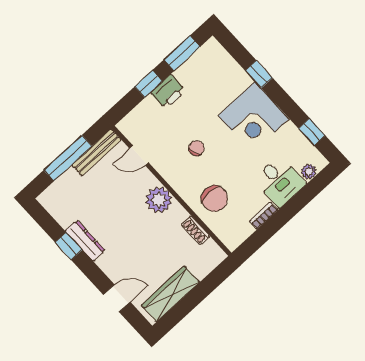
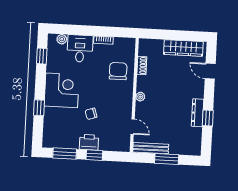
chair: (196, 148) -> (91, 114), moved
window: (68, 158) -> (167, 159), width x0.69
plant: (159, 200) -> (140, 97), width x0.53, depth x0.53

